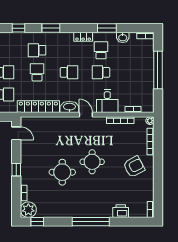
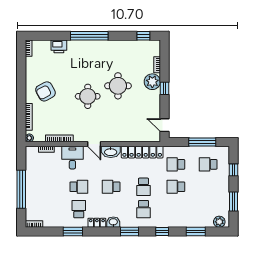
washbasin: (123, 37) -> (113, 222), moved
school desk: (37, 50) -> (143, 209), turned 90
school desk: (101, 50) -> (79, 209), turned 180
plant: (28, 210) -> (152, 82), moved

